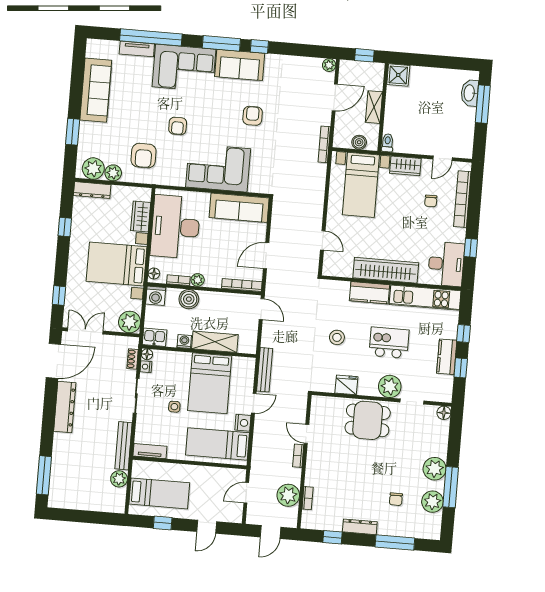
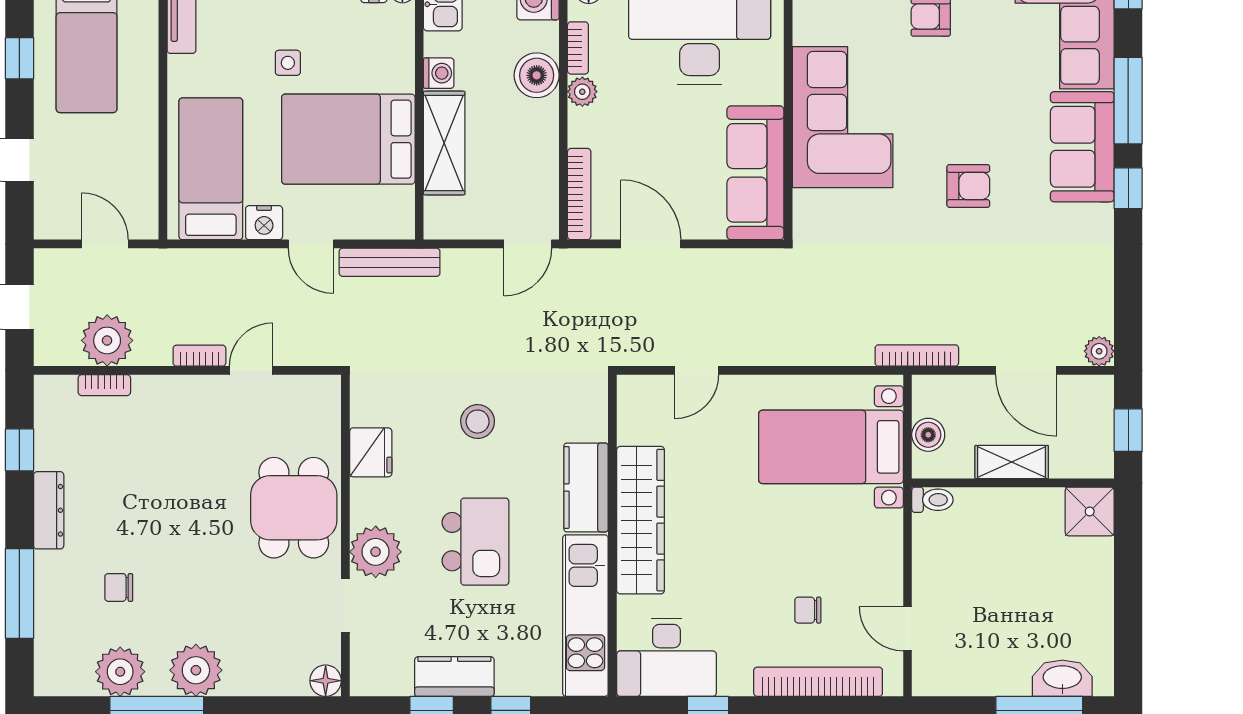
wardrobe: (405, 166) -> (883, 545), removed

